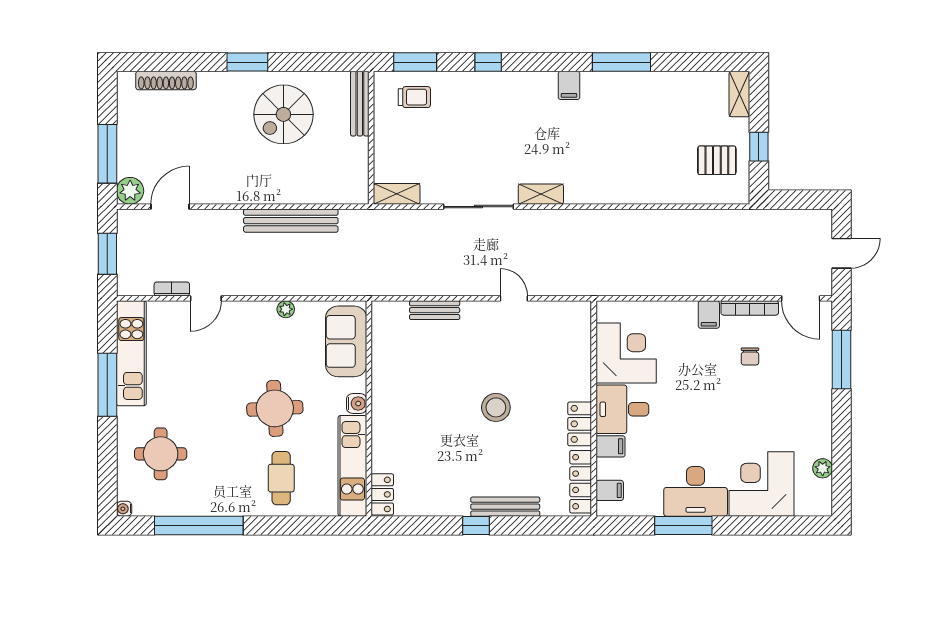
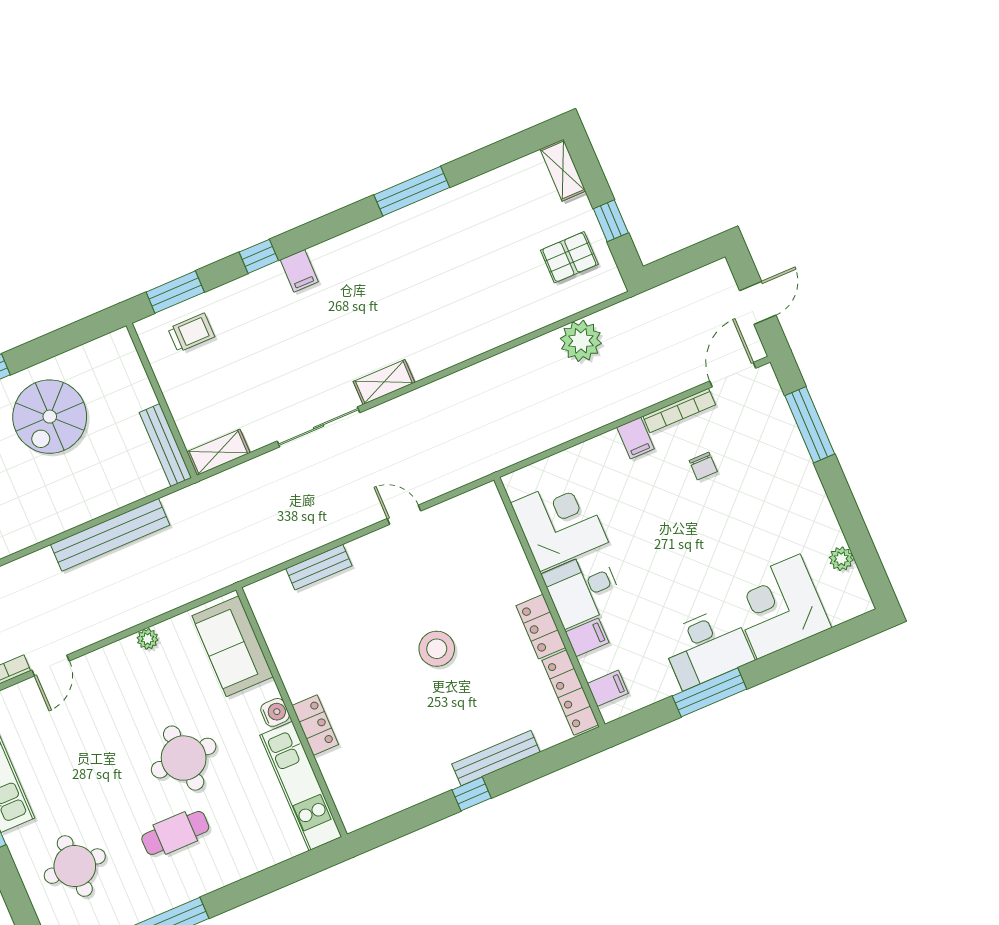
filing cabinet: (569, 85) -> (299, 271), moved
bench: (360, 104) -> (165, 445), moved
plant: (699, 226) -> (581, 341), added
door: (801, 298) -> (733, 375), swing flipped
cafe table: (281, 478) -> (175, 833), moved, turned 90
locker: (382, 494) -> (315, 725), moved

